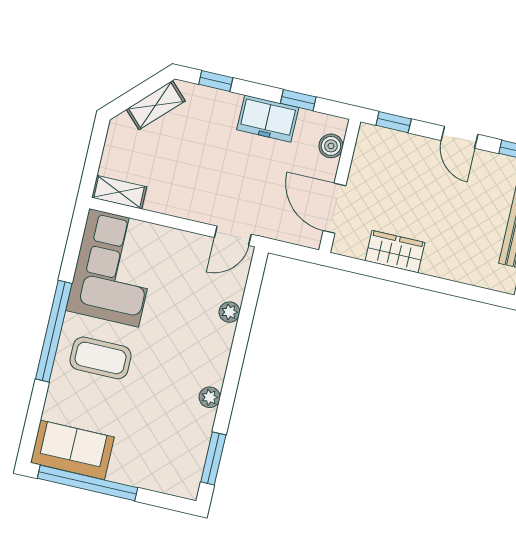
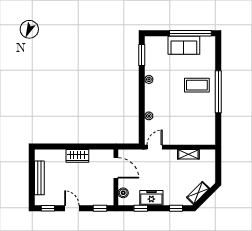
shelving: (119, 192) -> (188, 154), moved
wardrobe: (395, 252) -> (77, 156), moved
corner sofa: (114, 268) -> (200, 123), removed
sofa: (72, 450) -> (184, 45), moved

